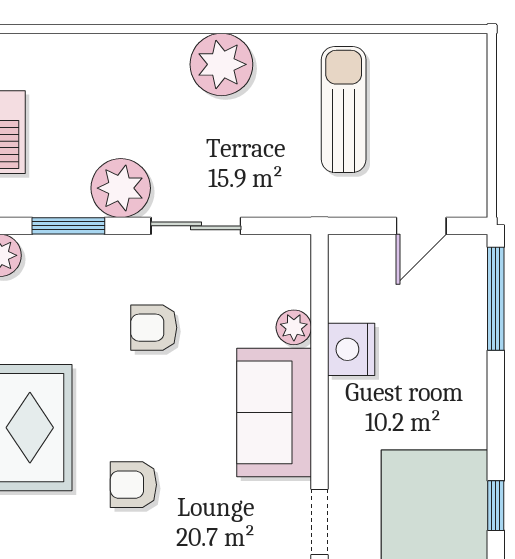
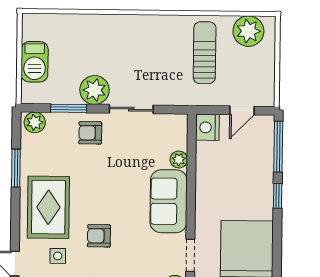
plant: (221, 64) -> (248, 31), moved
armchair: (154, 328) -> (90, 133), moved
nightstand: (351, 349) -> (207, 127), moved
window: (496, 506) -> (278, 196), moved
side table: (50, 527) -> (58, 256), added

